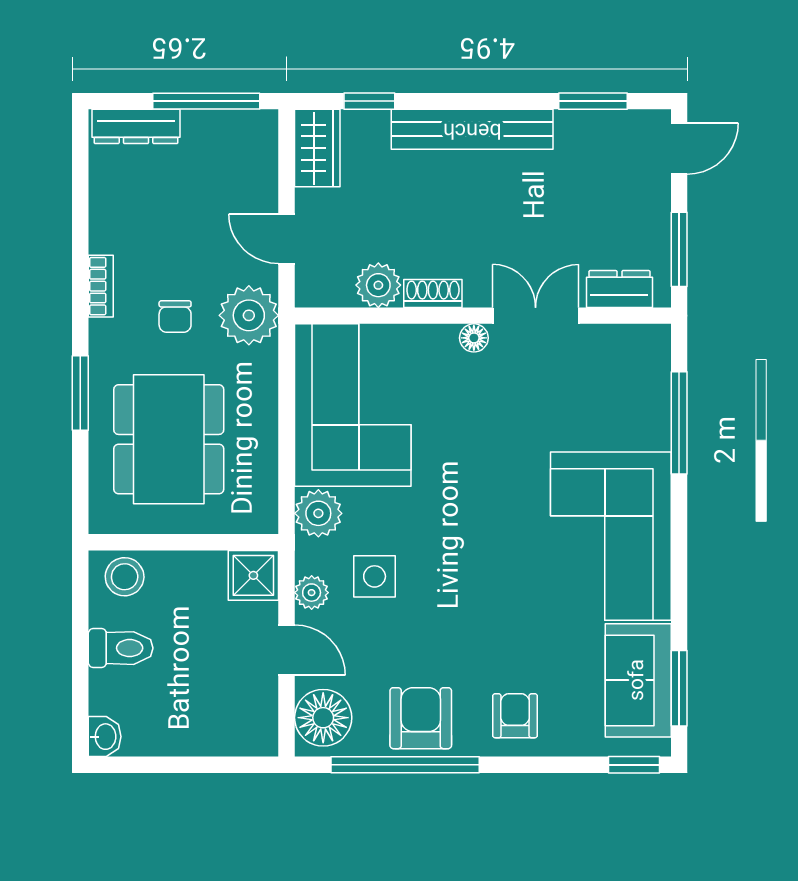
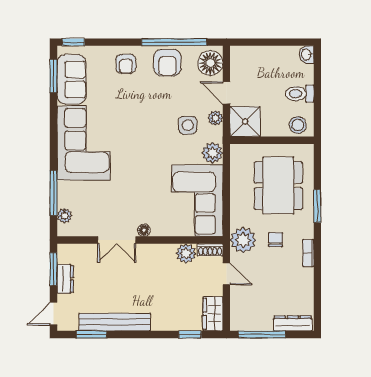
bench: (472, 129) -> (115, 322), moved
dresser: (619, 289) -> (65, 279), moved, turned -90
shoe rack: (433, 293) -> (210, 250), moved
plant: (654, 371) -> (64, 216), added
shower: (253, 575) -> (245, 122), width x1.36, depth x1.36

